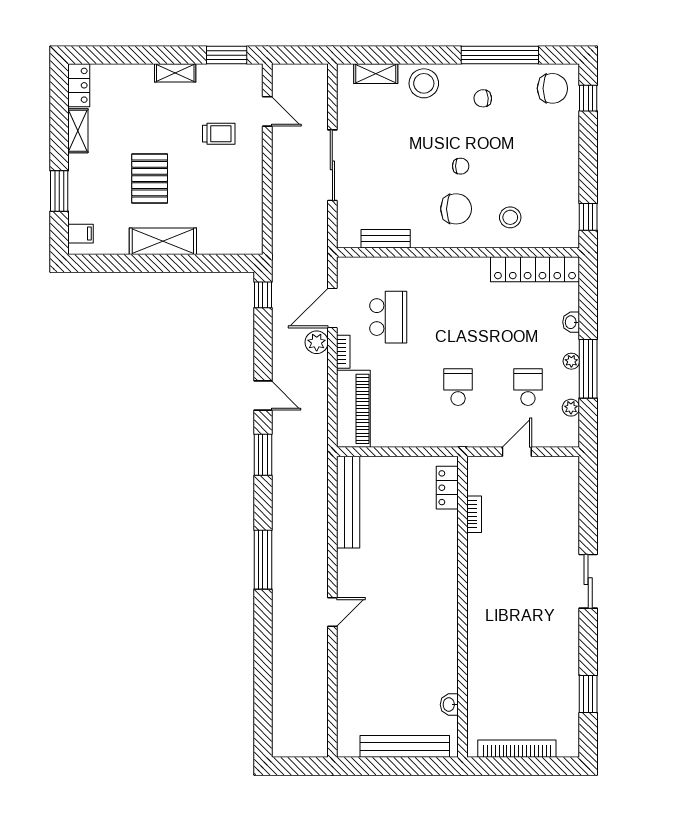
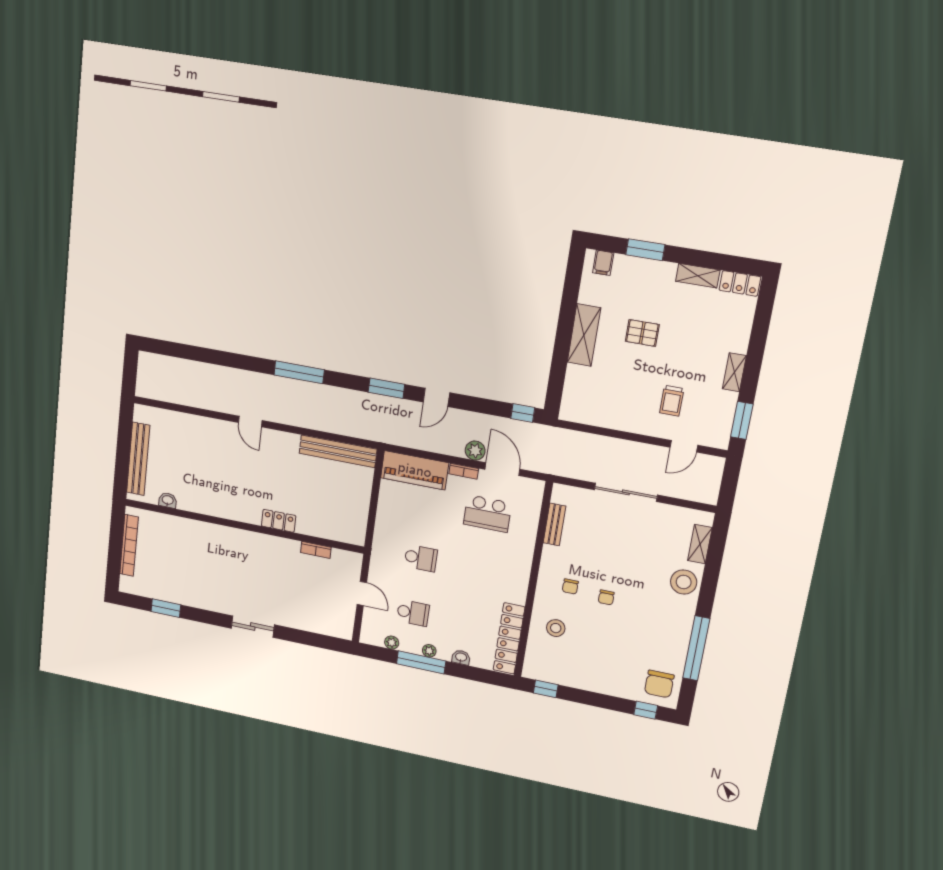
chair: (483, 98) -> (661, 627), removed
pallet: (150, 179) -> (642, 333), width x0.67, depth x0.71
chair: (456, 209) -> (570, 586), width x0.54, depth x0.54
locker: (447, 488) -> (279, 521), moved

